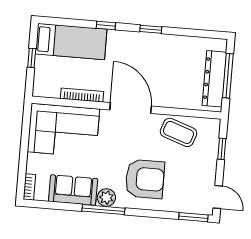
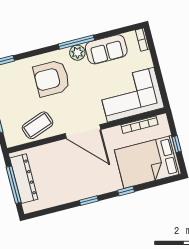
bed: (71, 42) -> (148, 162), width x1.50
bookcase: (82, 95) -> (140, 125), moved
coffee table: (179, 132) -> (38, 125), turned -39

